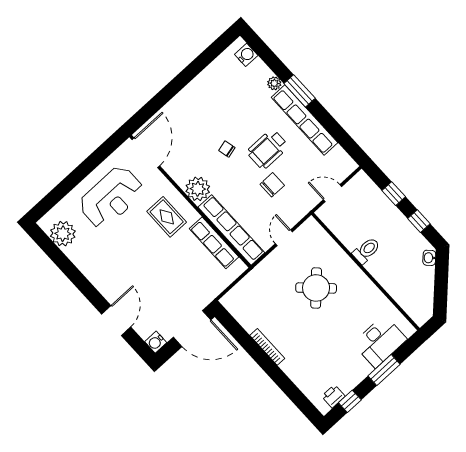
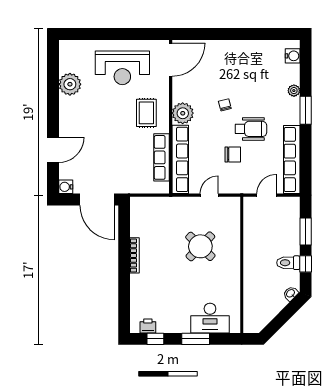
row of seats: (305, 120) -> (292, 160), moved
wheelchair: (268, 149) -> (251, 129), turned 180
door: (333, 193) -> (267, 195), hinge flipped
window: (394, 194) -> (306, 231), width x1.50
plant: (63, 234) -> (70, 84), moved
toilet: (366, 250) -> (288, 263), moved, turned 180

